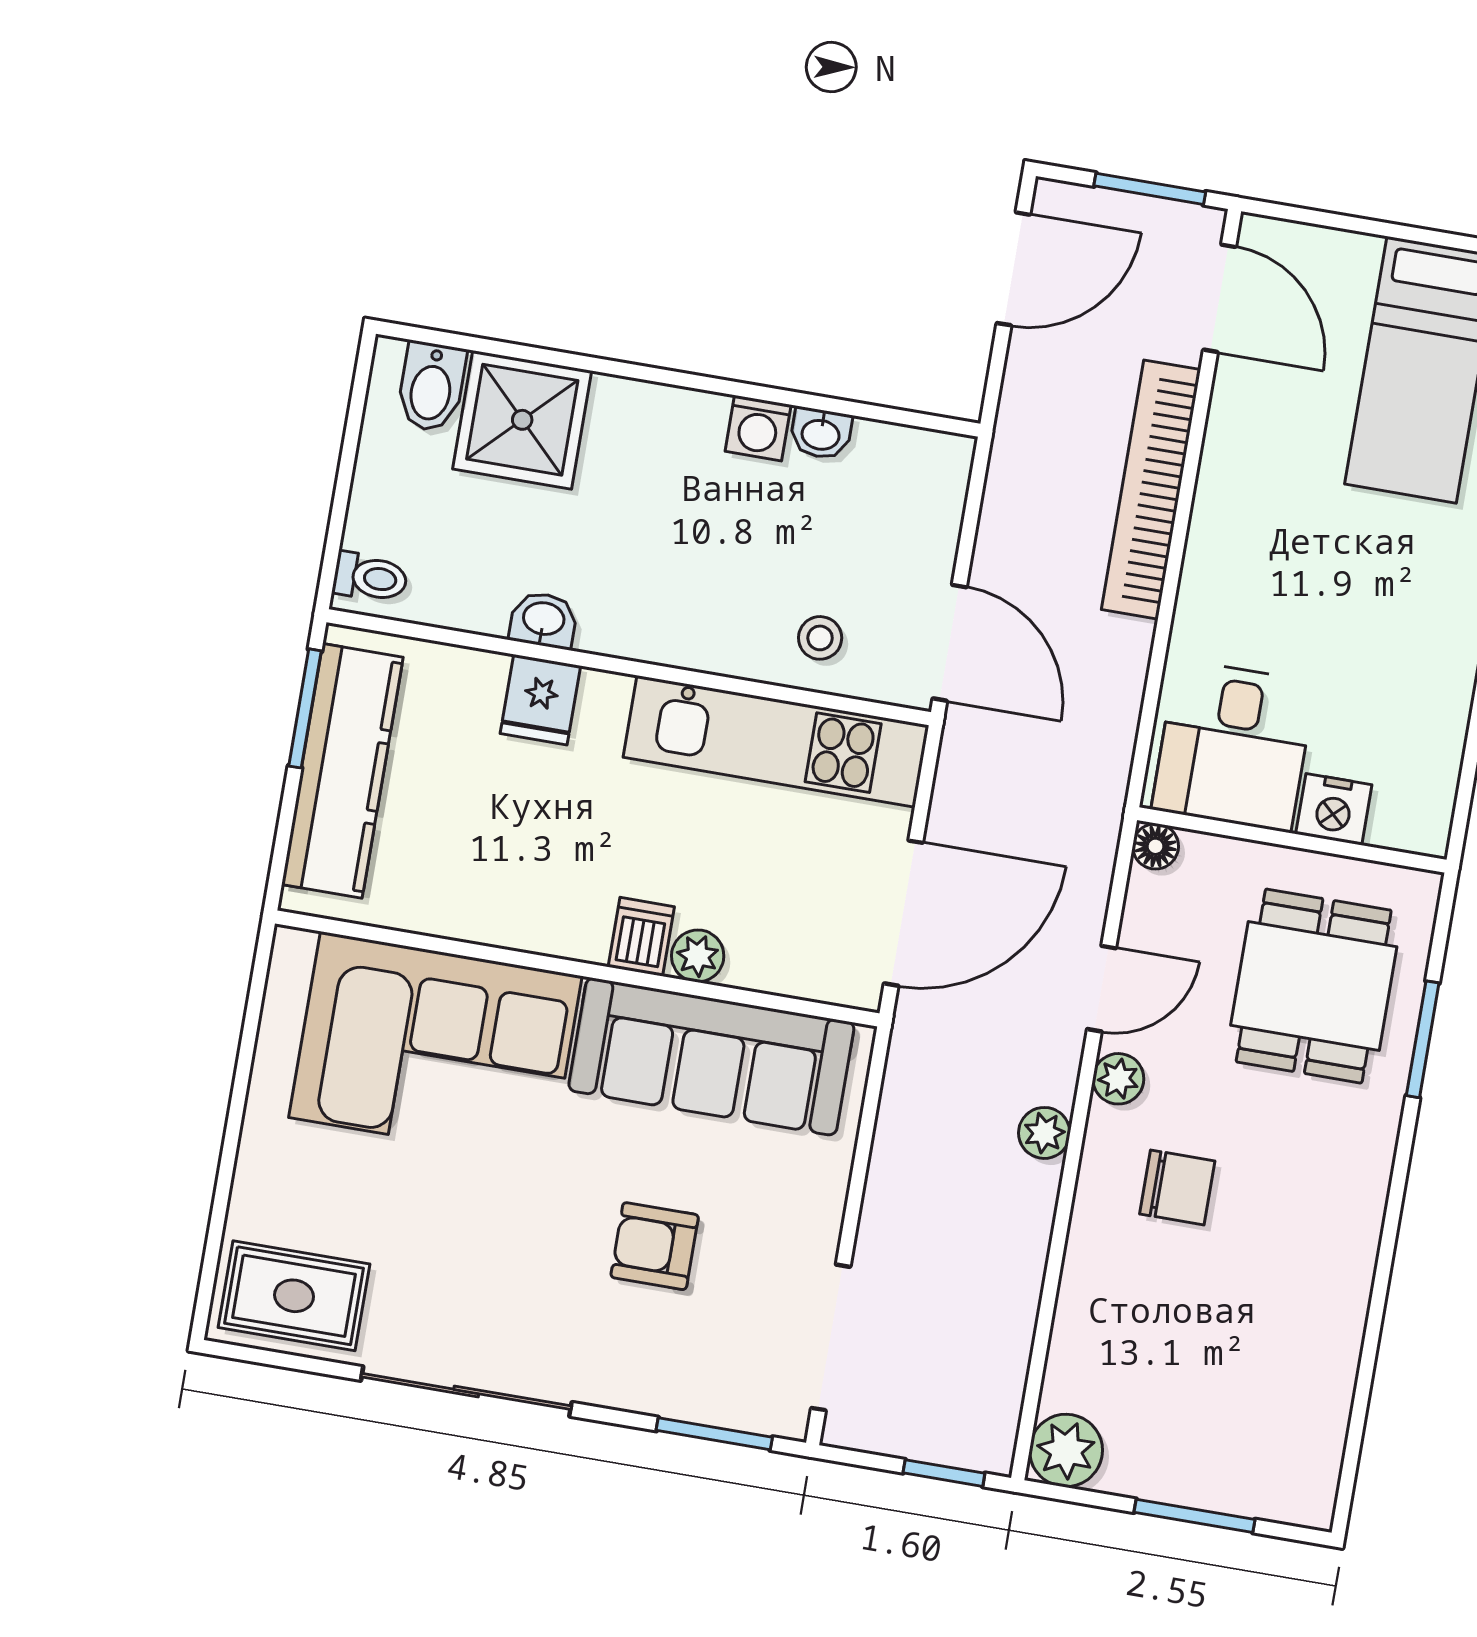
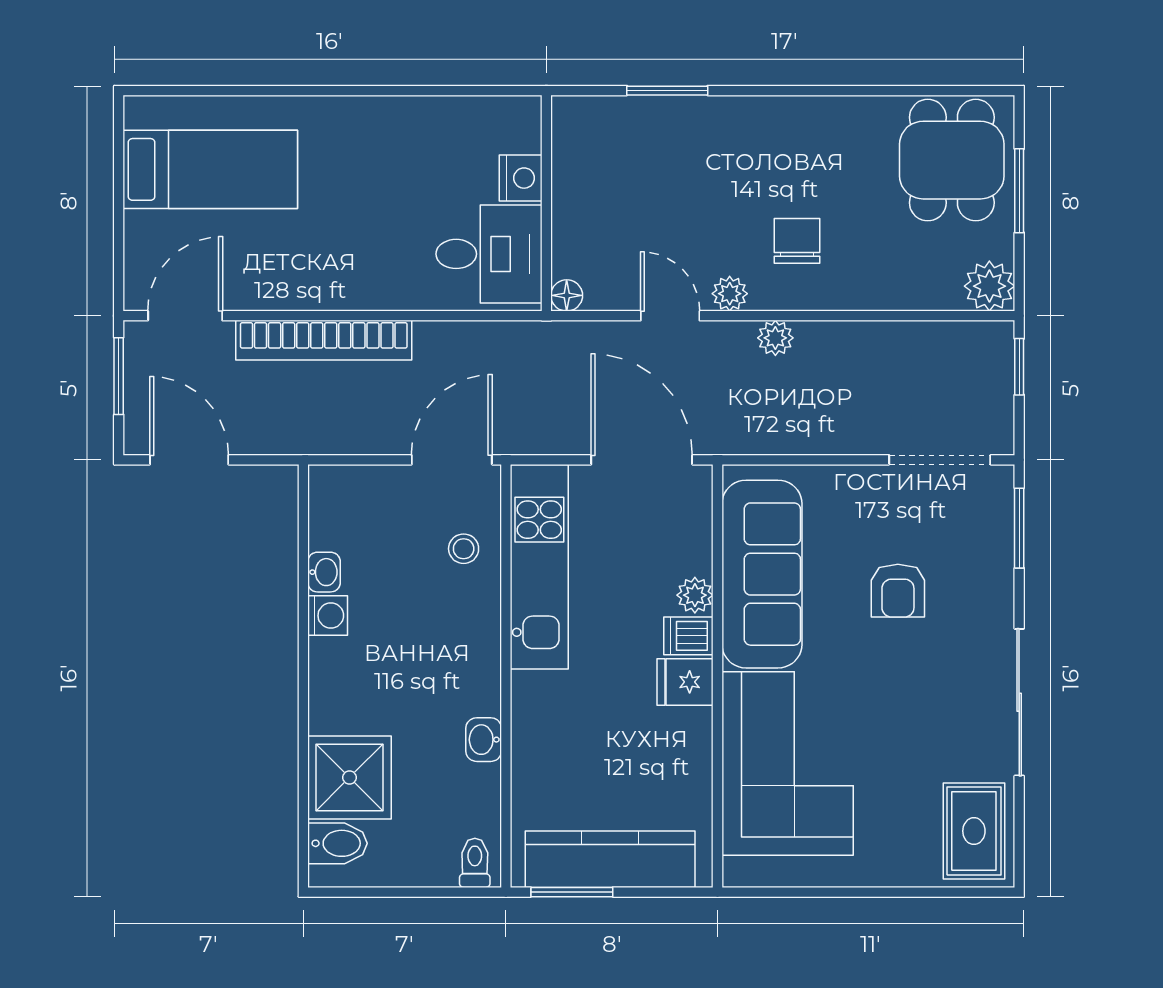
fridge: (540, 700) -> (685, 682), moved, turned 180
dining table: (1314, 986) -> (952, 160), moved, turned 90

